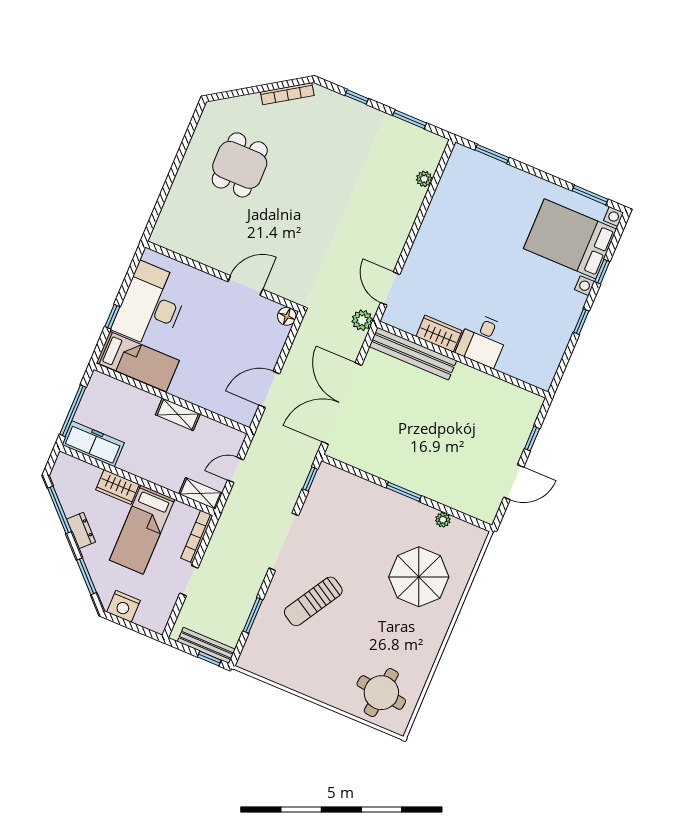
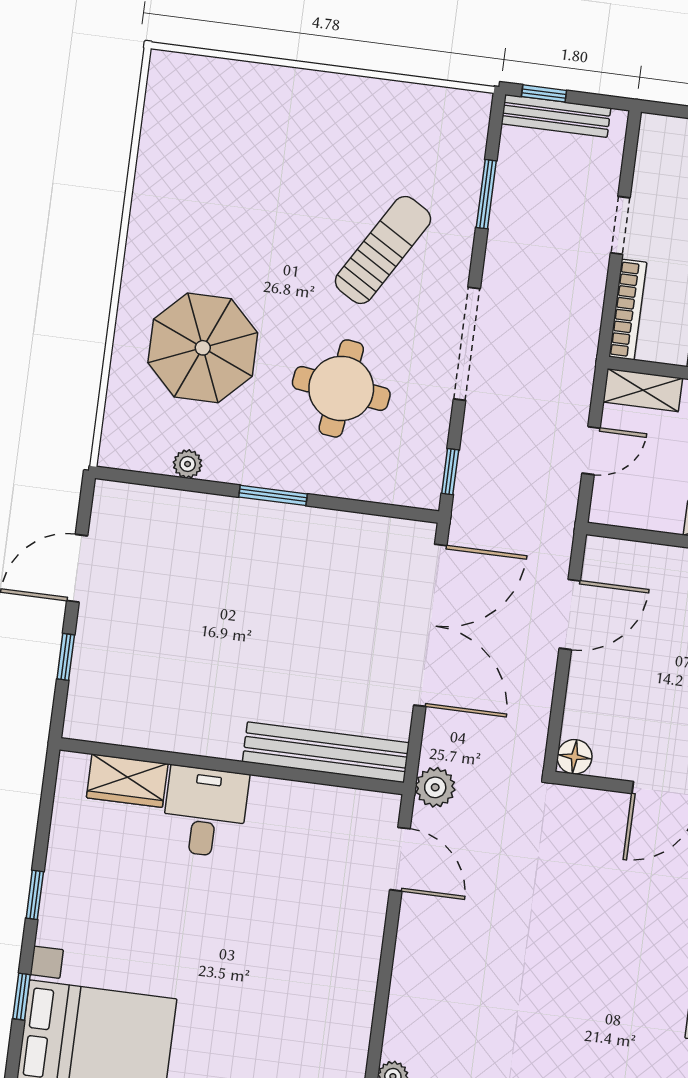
wardrobe: (439, 334) -> (127, 781), moved
round table: (381, 693) -> (341, 388), moved

